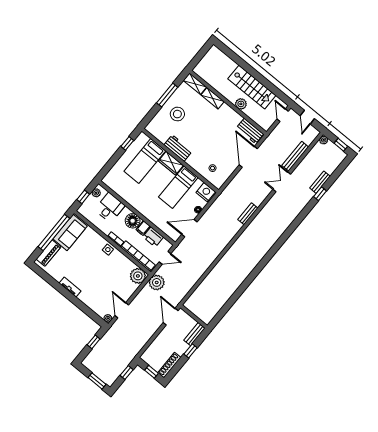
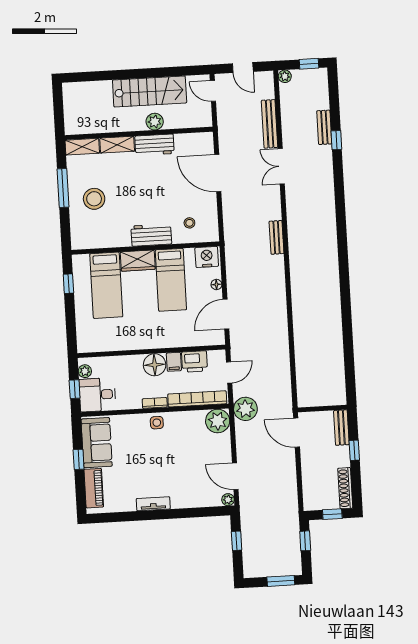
workbench: (250, 131) -> (155, 145), moved
workbench: (178, 148) -> (151, 235), moved
desk: (110, 208) -> (97, 395), moved, turned -90
window: (54, 232) -> (79, 459), width x0.32

